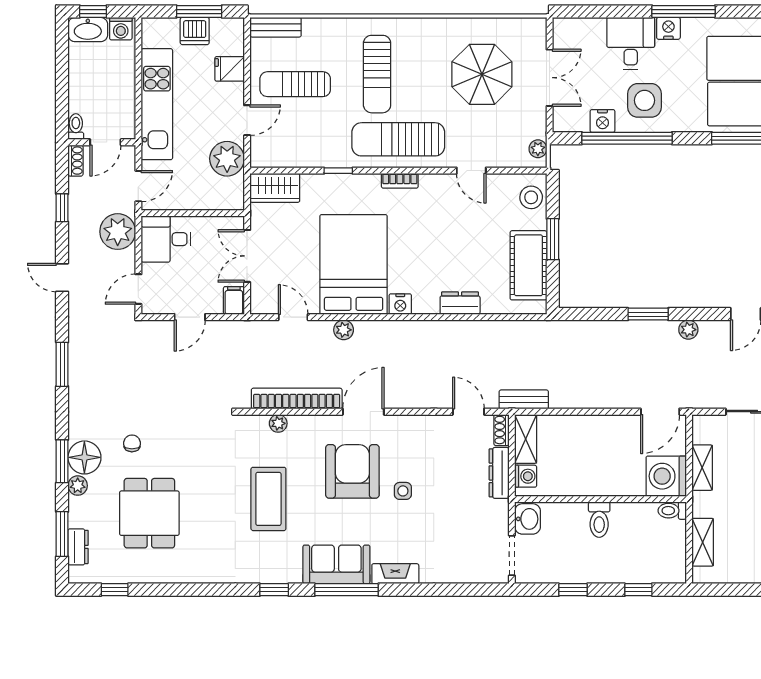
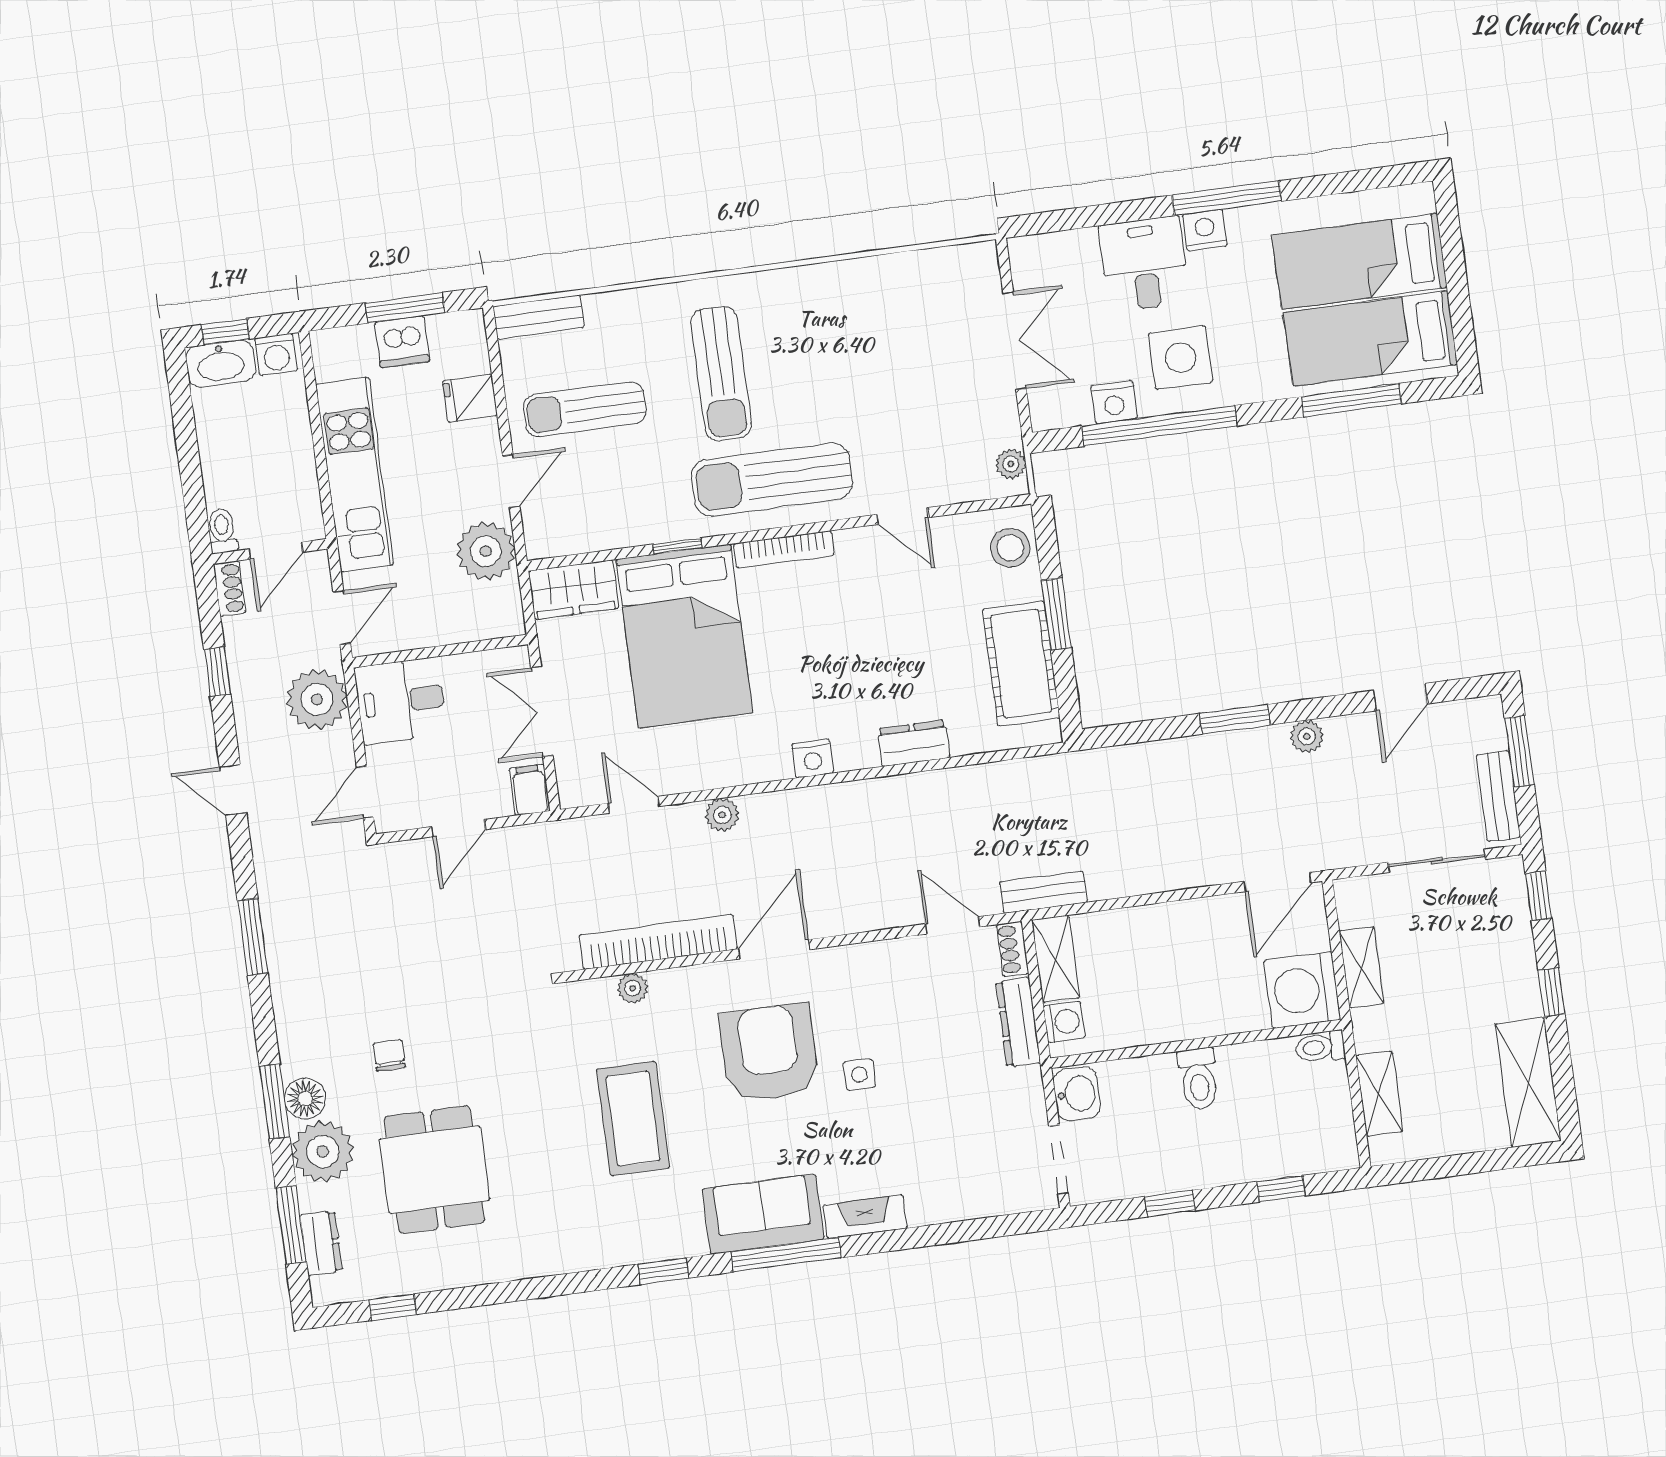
parasol: (482, 74) -> (899, 350), removed
bookcase: (400, 181) -> (784, 549), width x1.56
bed: (354, 264) -> (685, 636), moved, turned 180
floor lamp: (84, 457) -> (305, 1099), width x0.73, depth x0.73
plant: (78, 486) -> (323, 1151), width x1.88, depth x1.88

